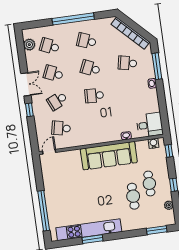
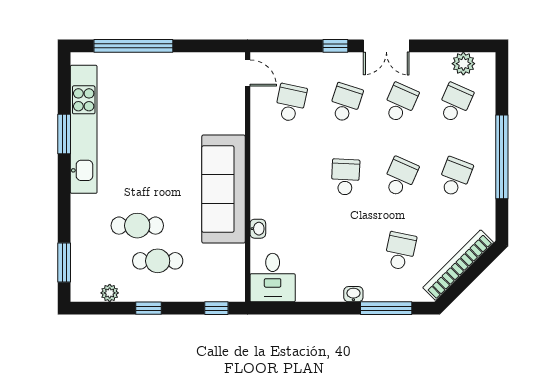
school desk: (57, 101) -> (345, 103), turned 42
water cooler: (154, 143) -> (235, 280), removed

